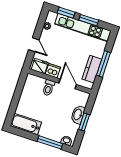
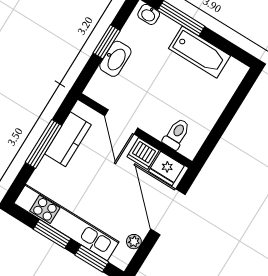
door: (34, 45) -> (168, 212), width x1.88
toilet: (49, 88) -> (176, 134), moved
bathtub: (26, 124) -> (200, 52), moved

